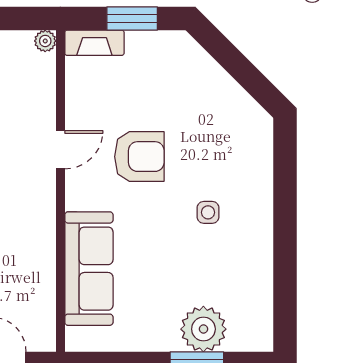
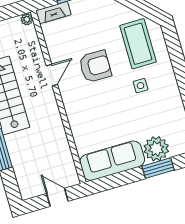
coffee table: (225, 139) -> (138, 44), added
sofa: (89, 269) -> (112, 161), moved, turned -90

